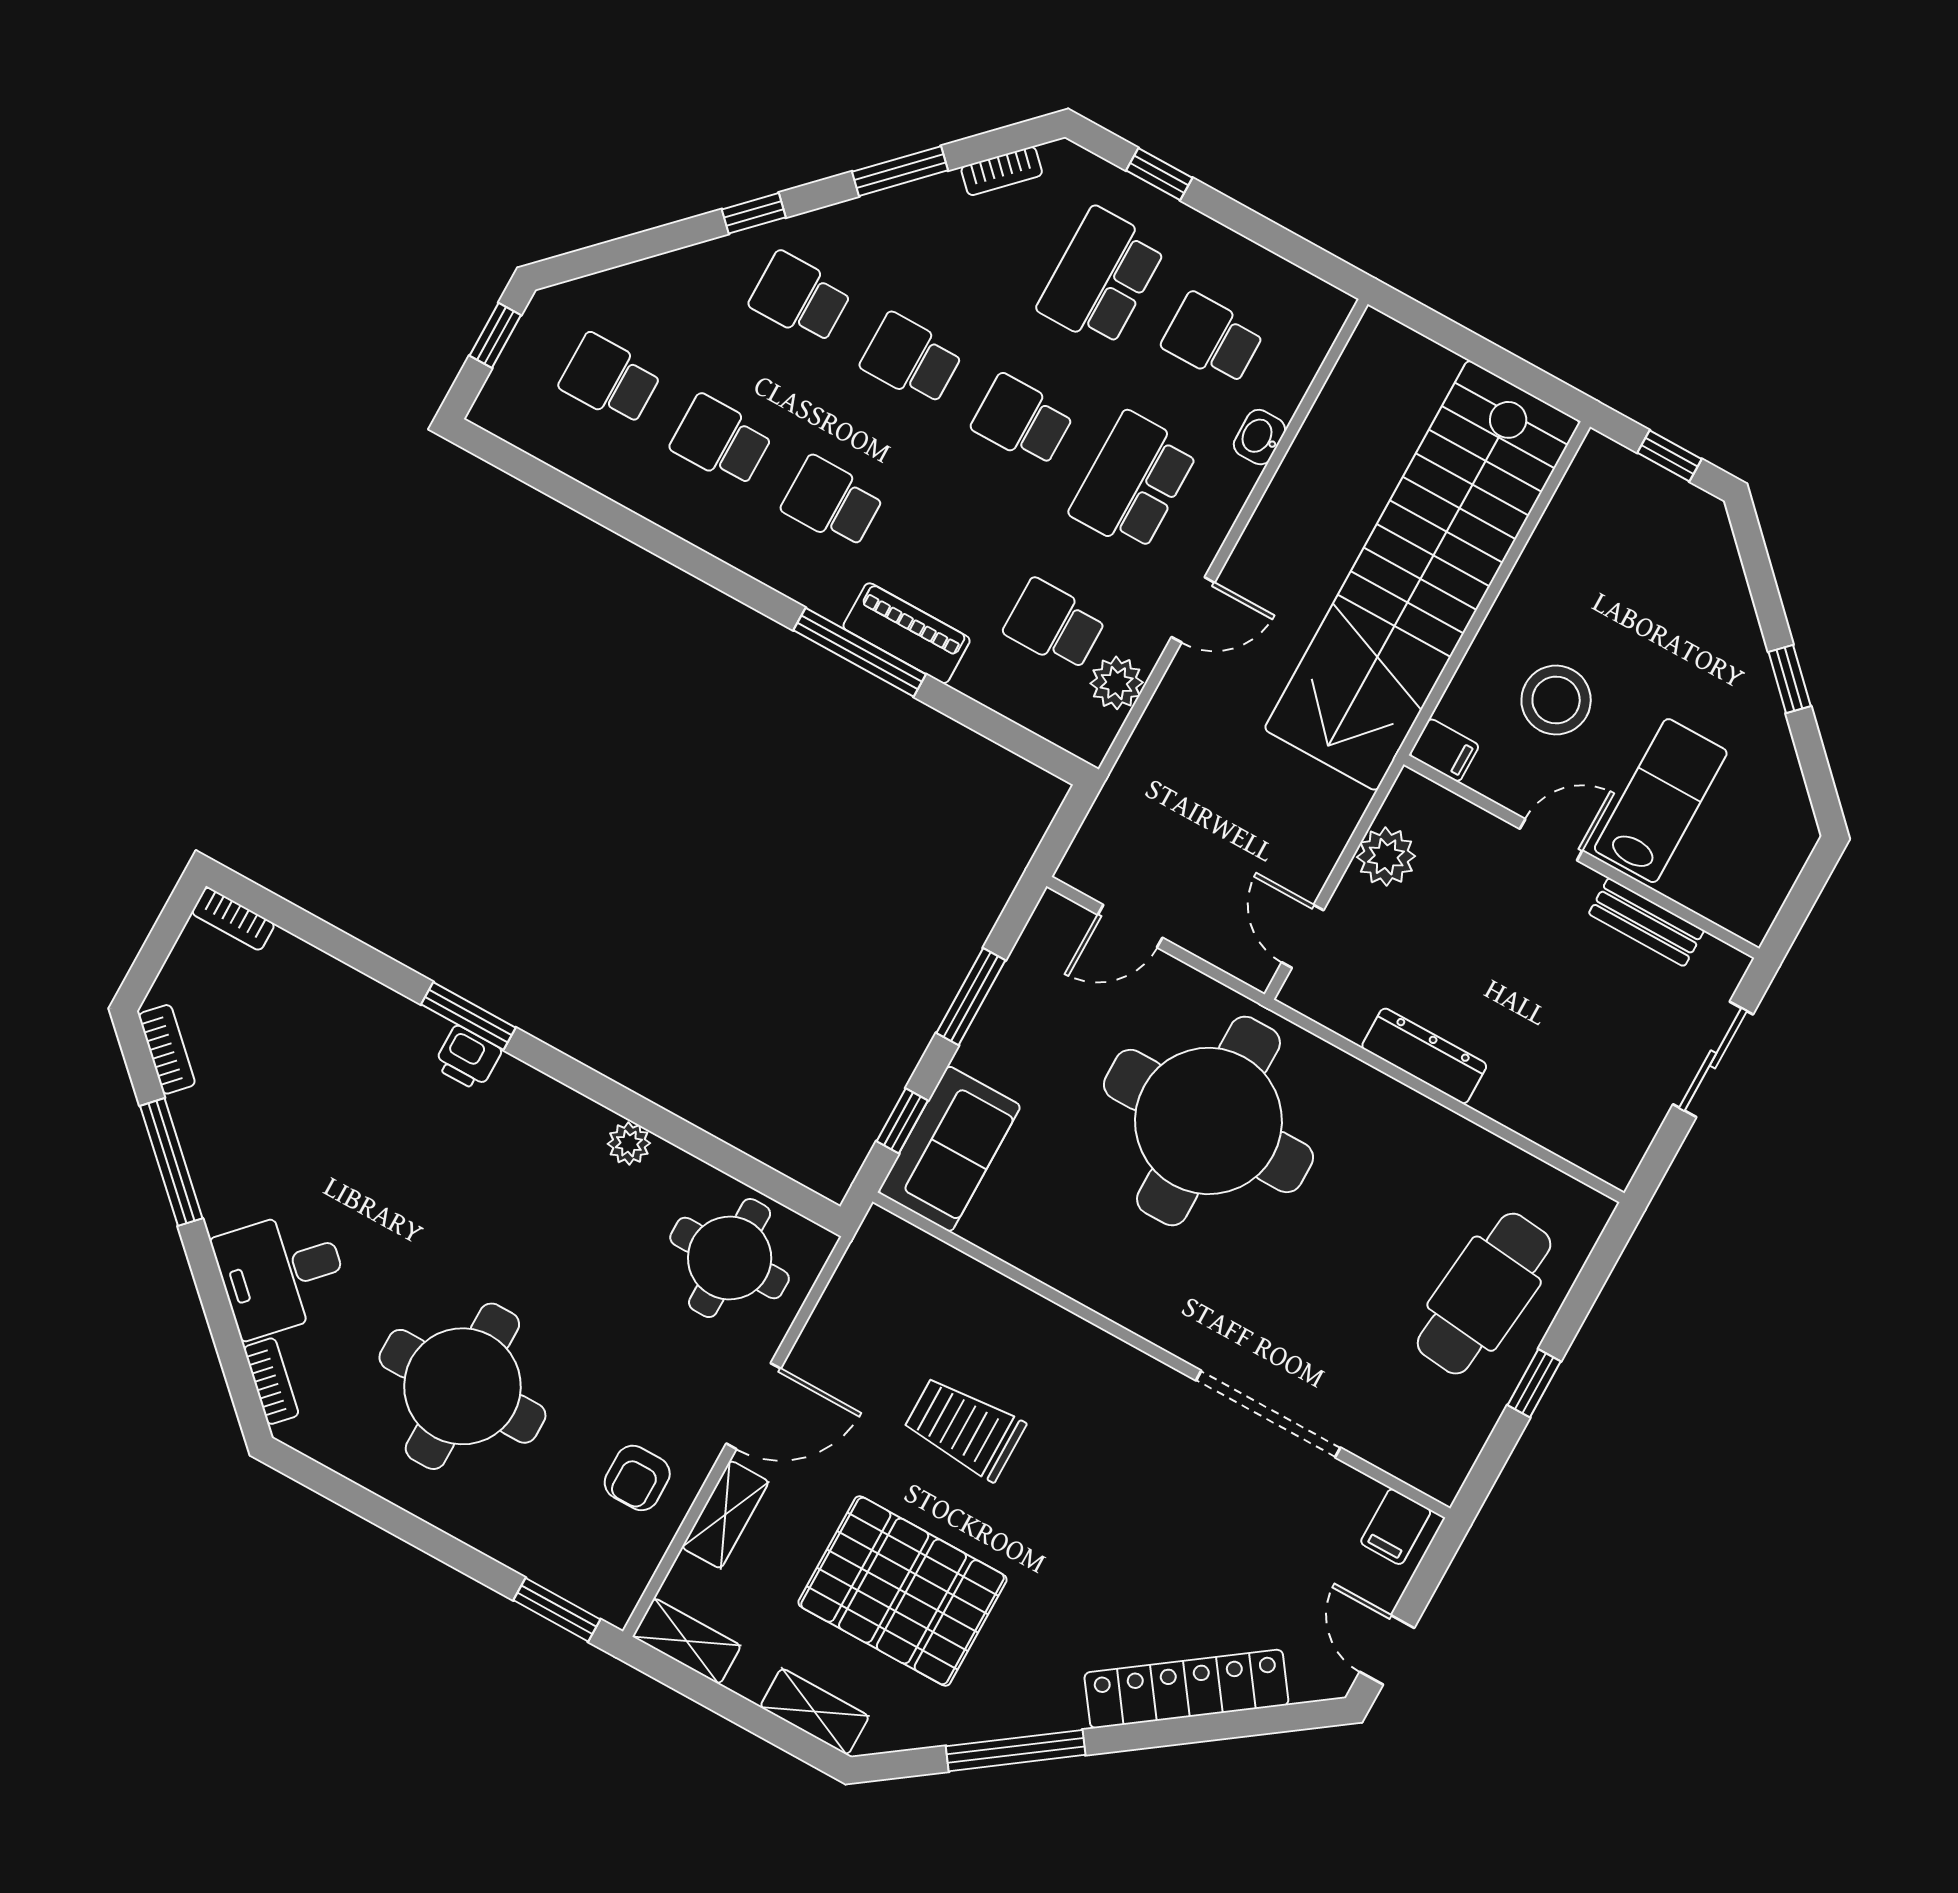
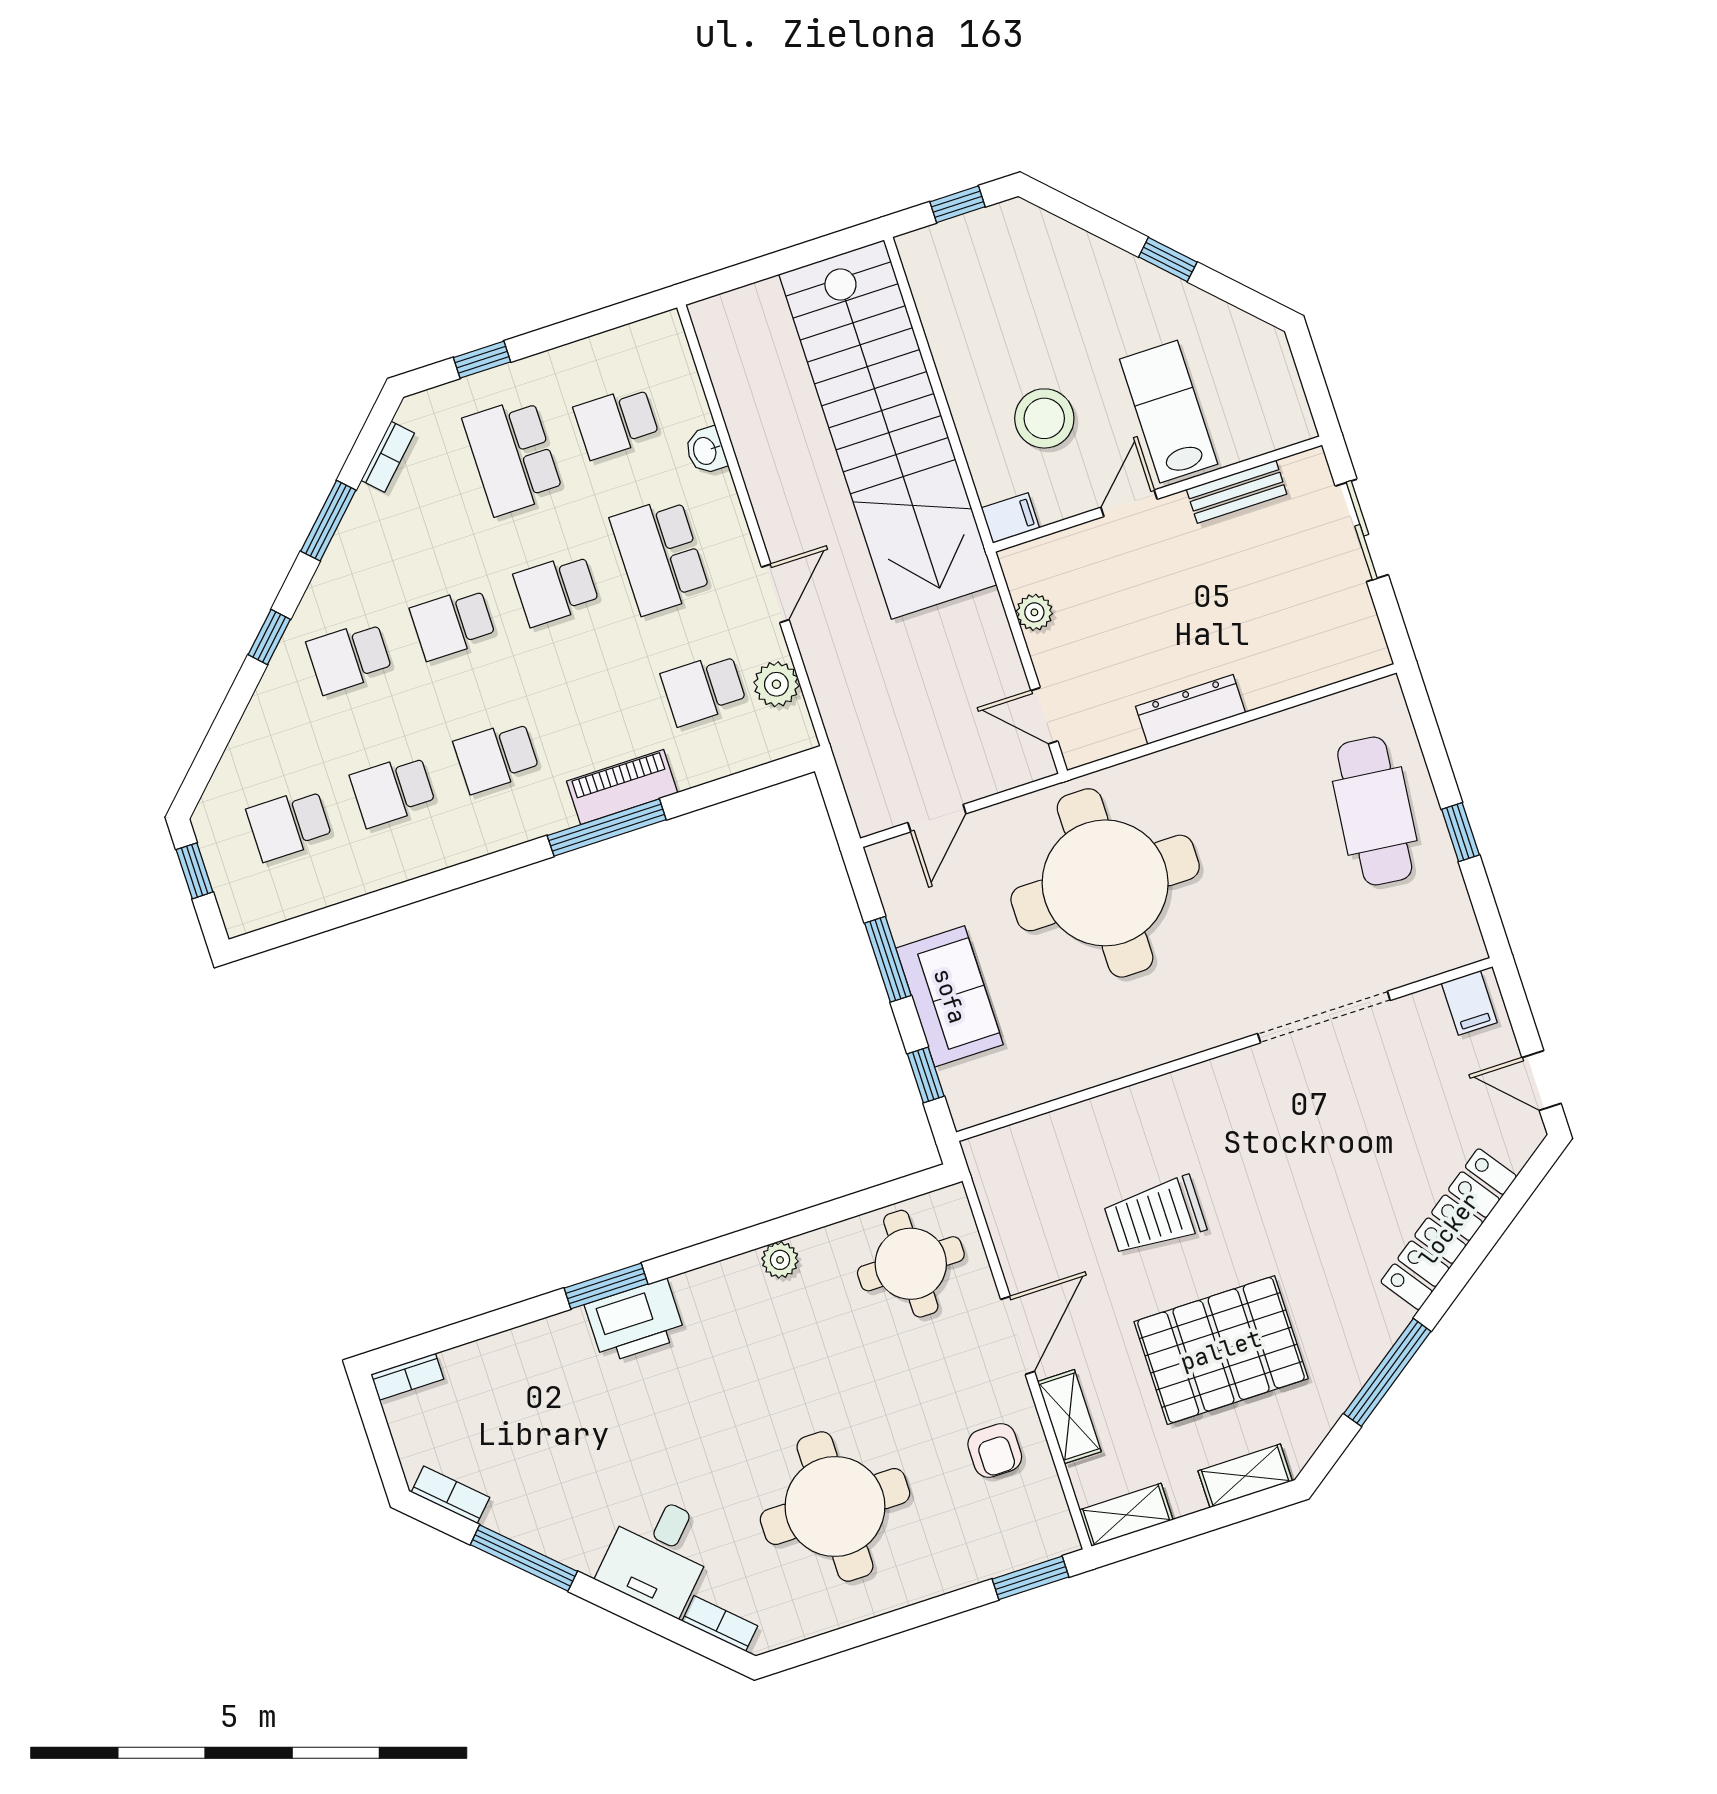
plant: (1386, 857) -> (1034, 612), width x0.73, depth x0.73
printer: (468, 1058) -> (635, 1321), width x1.87, depth x1.48
sofa: (949, 1149) -> (950, 996), moved

